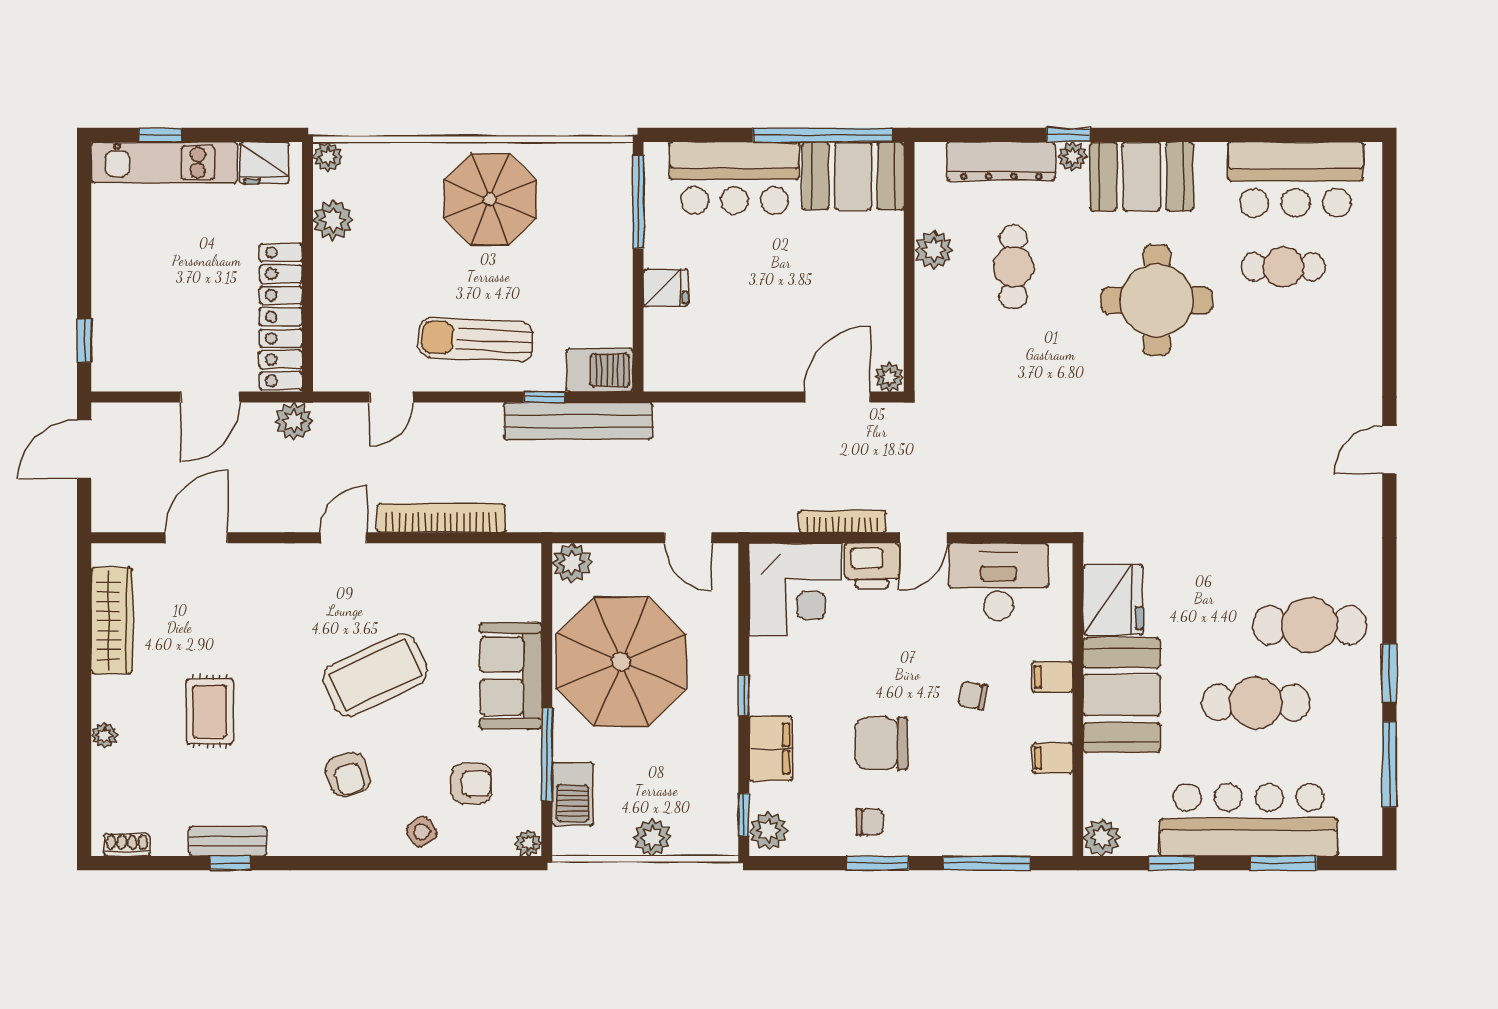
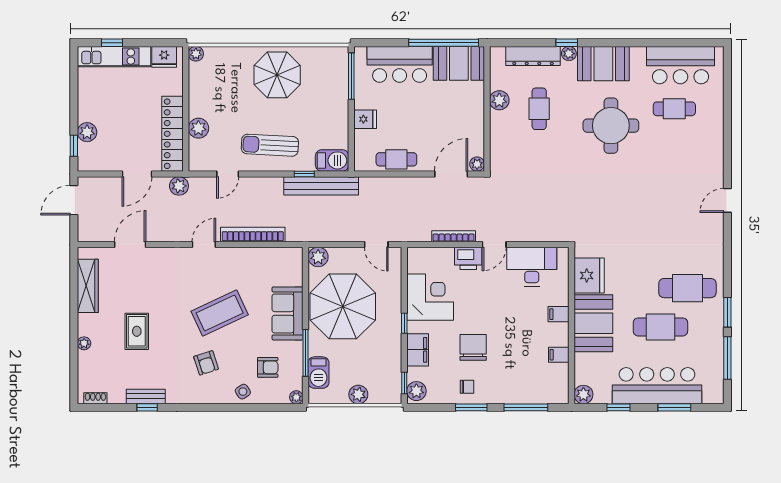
plant: (333, 220) -> (198, 128), moved
plant: (110, 314) -> (87, 132), added
cafe table: (728, 368) -> (396, 159), added
corner desk: (795, 589) -> (430, 297), moved, turned -90
chair: (973, 695) -> (519, 323), removed
chair: (881, 743) -> (473, 347), turned 90

